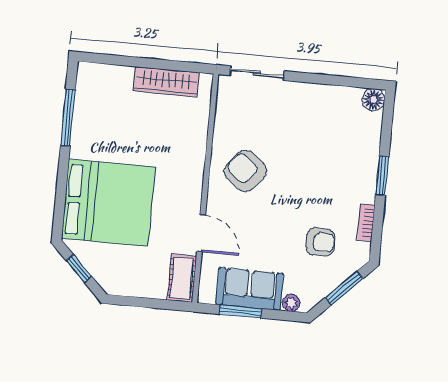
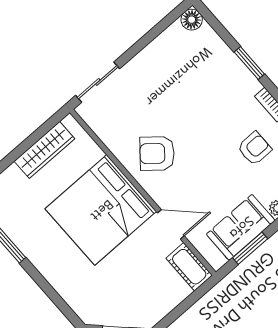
bed: (108, 203) -> (101, 210), moved, turned 180

